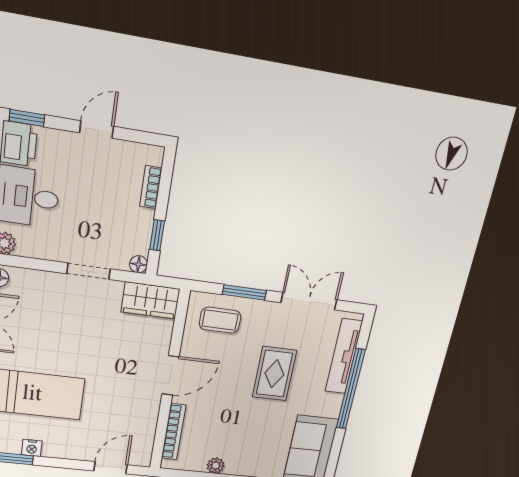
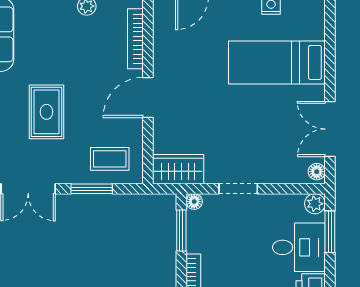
window: (157, 235) -> (181, 230), width x1.50

